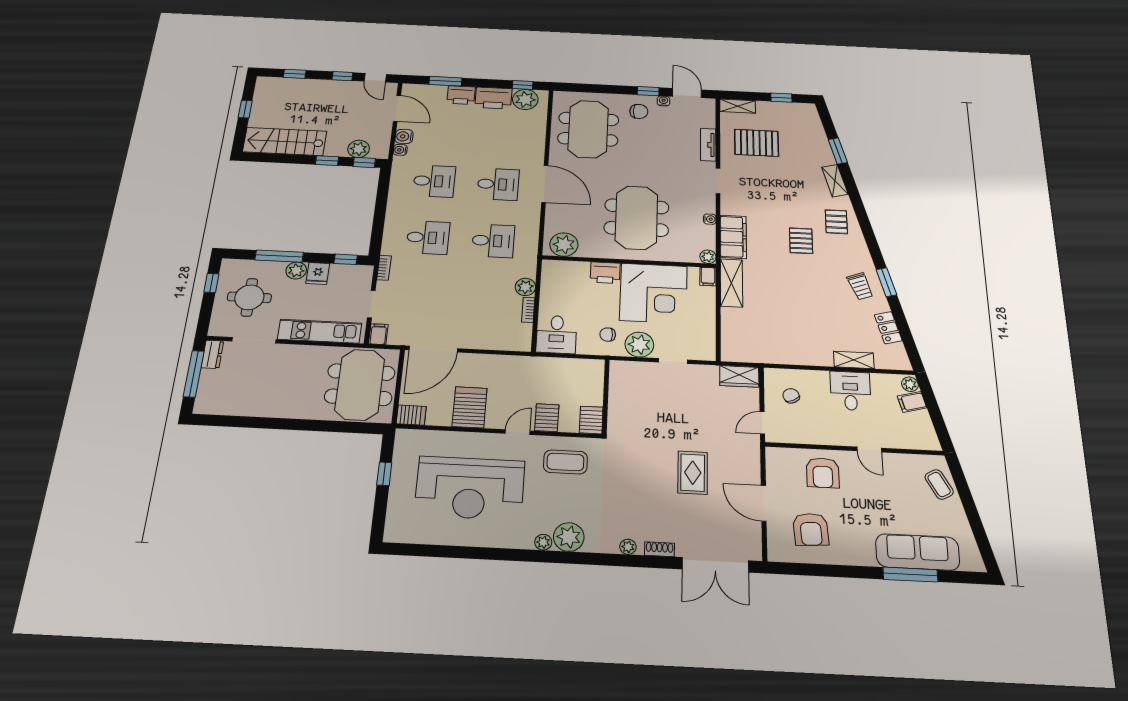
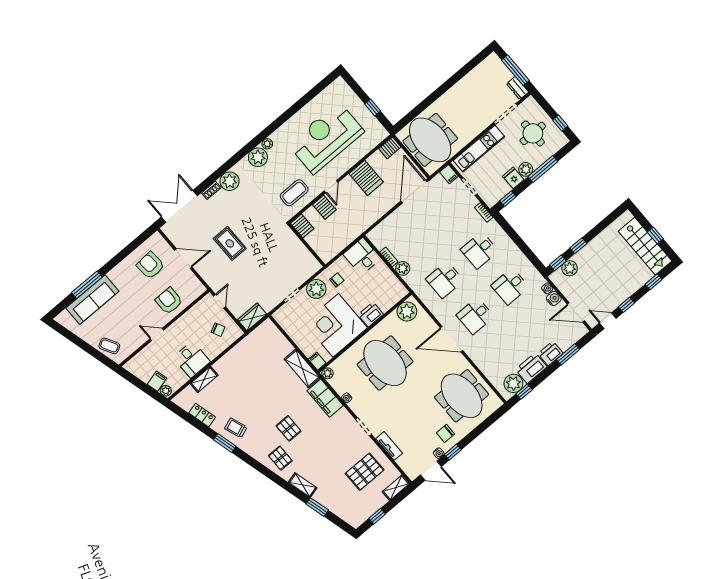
stairs: (285, 142) -> (645, 246), moved, turned 90
plant: (628, 547) -> (230, 181), width x1.87, depth x1.87

